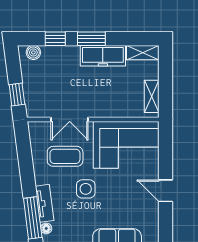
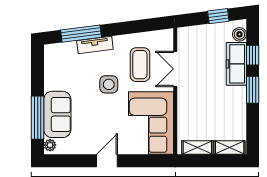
shelving: (143, 53) -> (230, 148), moved, turned 90
freezer: (103, 56) -> (236, 64), moved
window: (17, 95) -> (218, 16), moved
floor lamp: (46, 228) -> (71, 47), removed

